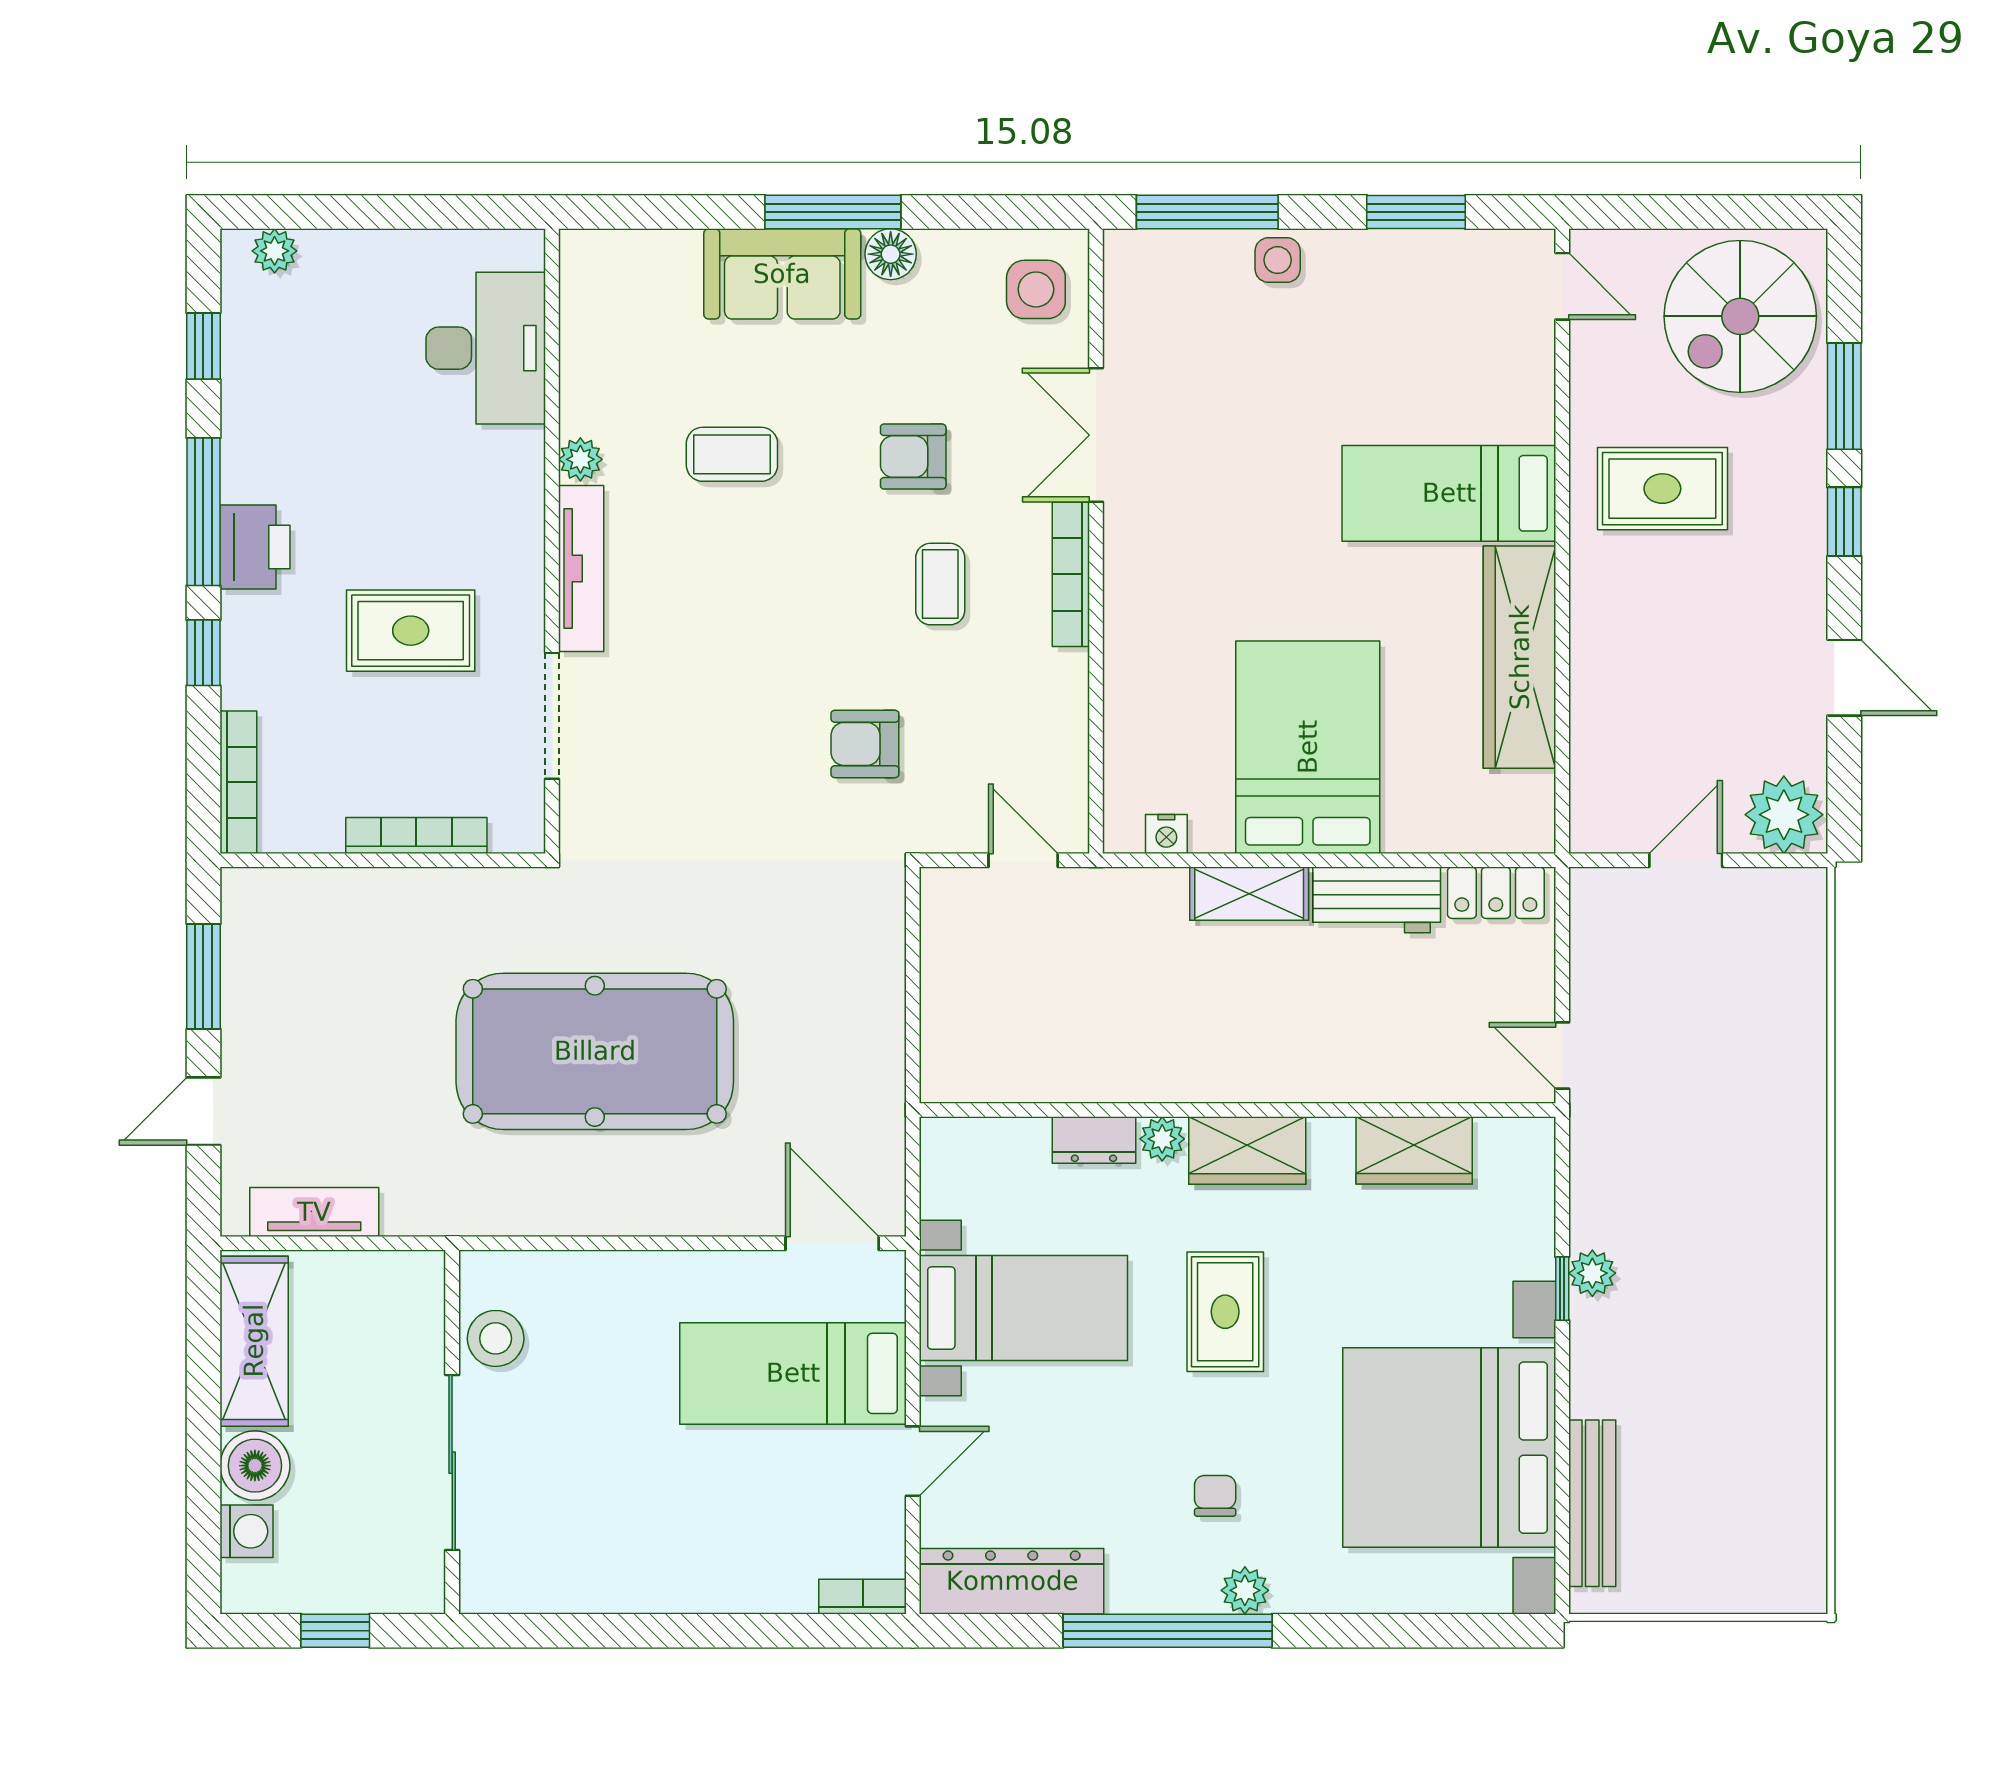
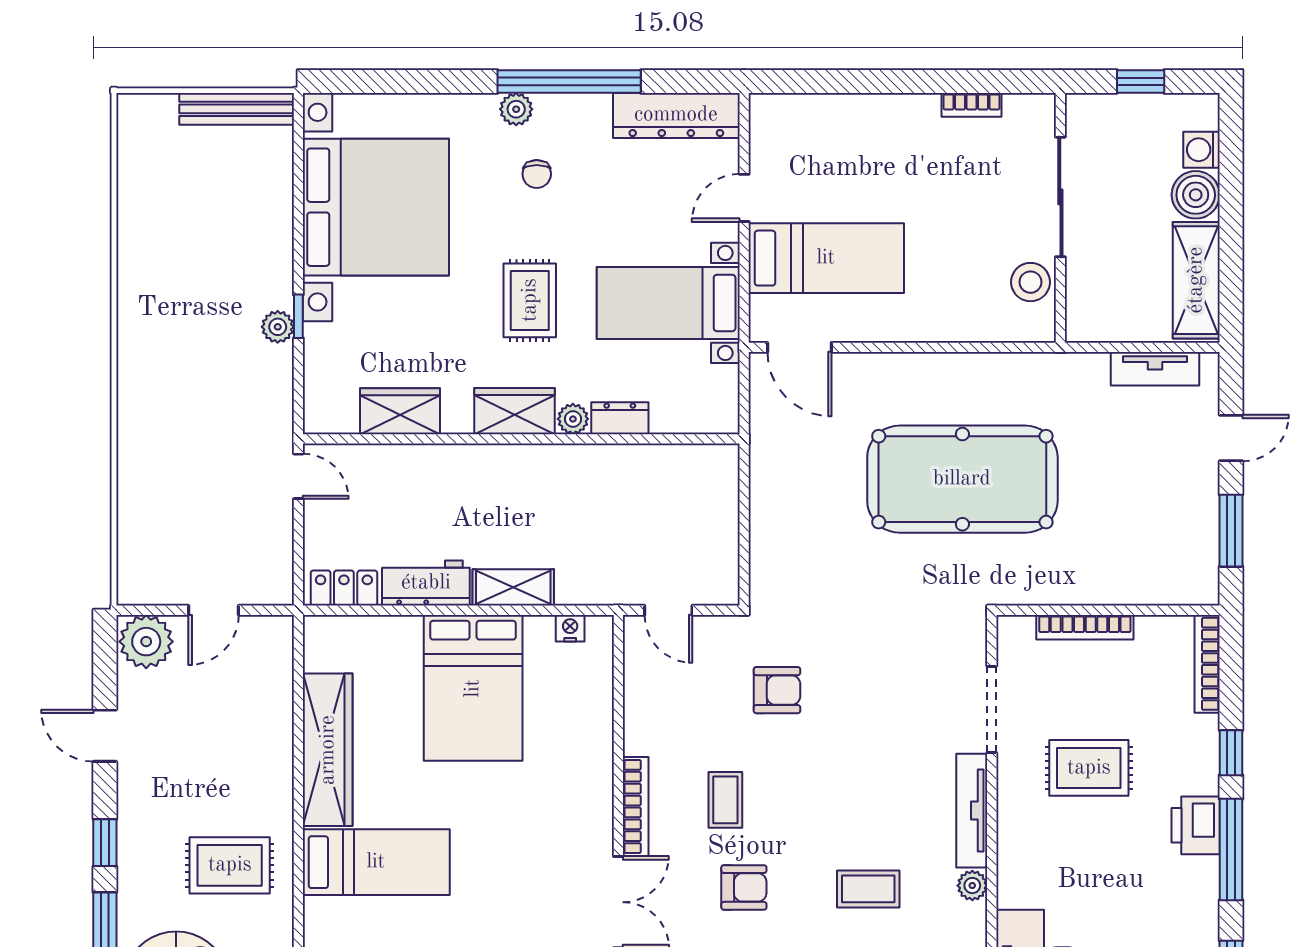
bench: (1592, 1503) -> (237, 109), moved, turned 90
bookcase: (863, 1597) -> (972, 105), moved

